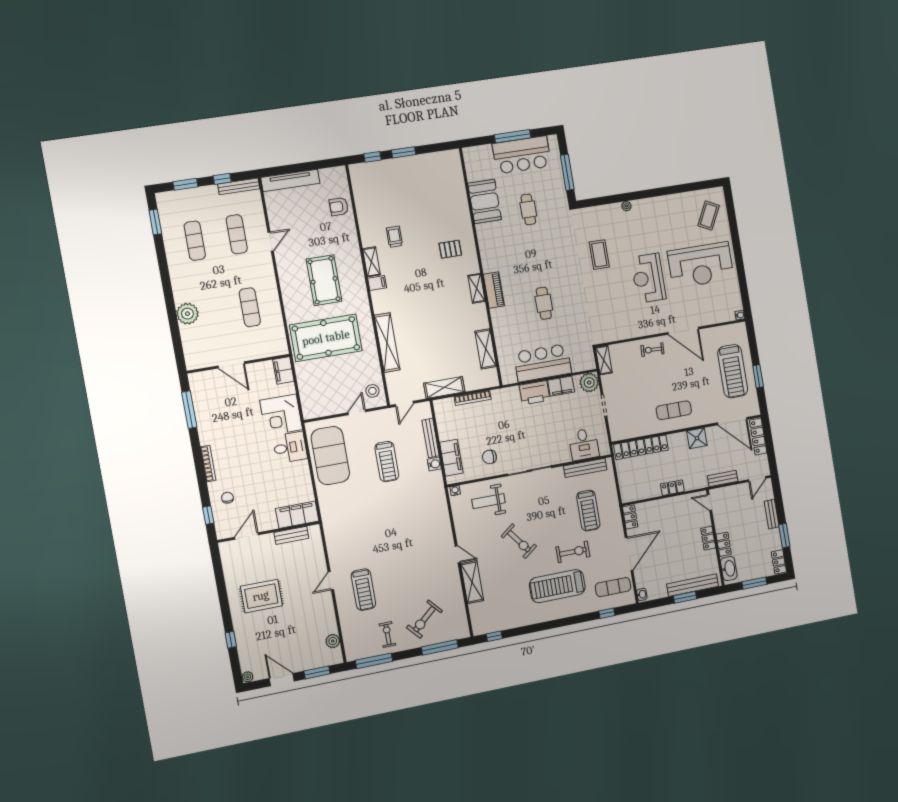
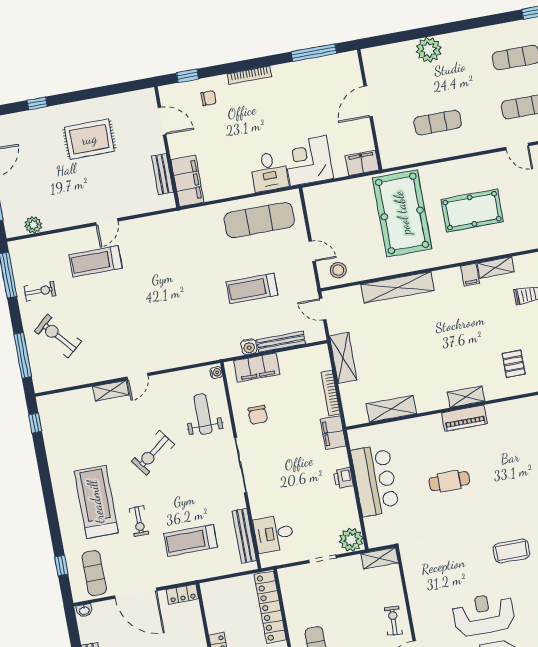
filing cabinet: (561, 386) -> (333, 433), moved
printer: (535, 393) -> (343, 478), width x0.53, depth x0.68
exercise mat: (330, 456) -> (259, 220), width x0.68
chair: (489, 457) -> (258, 415), turned 180
exercise bike: (573, 552) -> (139, 521), width x0.73, depth x0.72
door: (331, 581) -> (107, 222), swing flipped
shelving: (472, 582) -> (111, 391), width x0.67, depth x0.75
rug: (261, 596) -> (89, 139), turned 90

